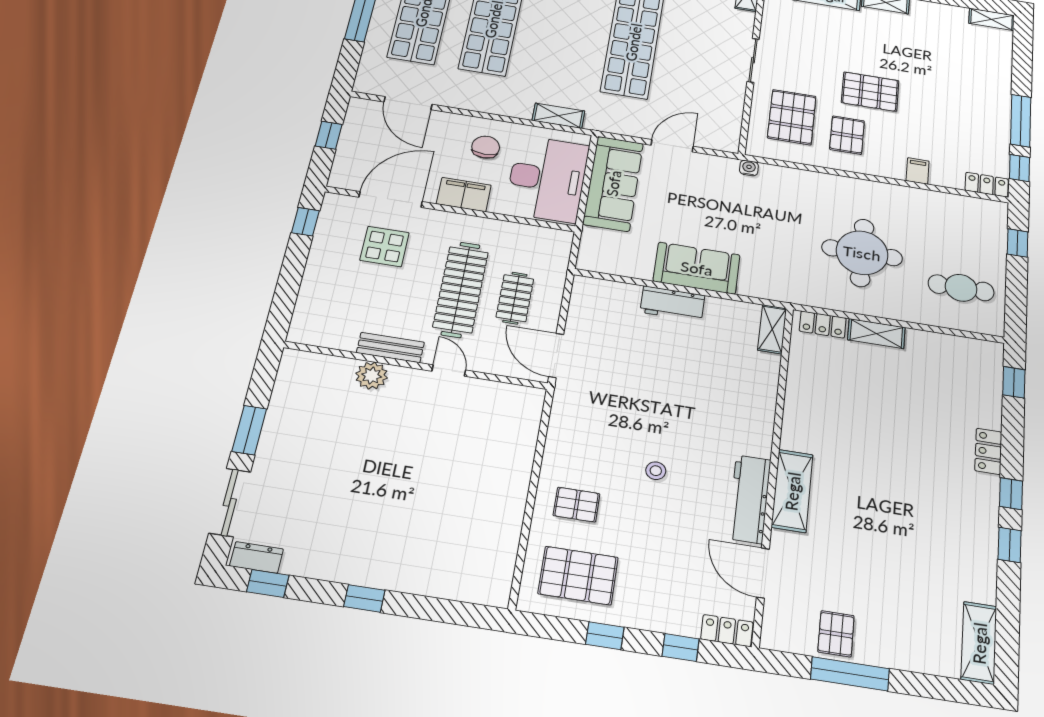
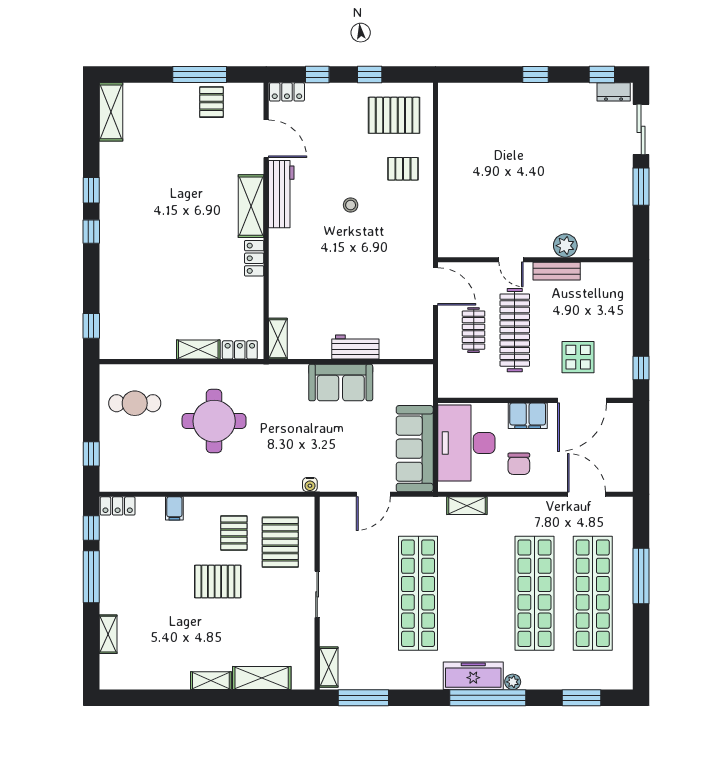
shelving: (992, 19) -> (108, 634), moved, turned 90
window: (329, 135) -> (641, 451), removed
locker: (988, 451) -> (254, 258), moved, turned 180

